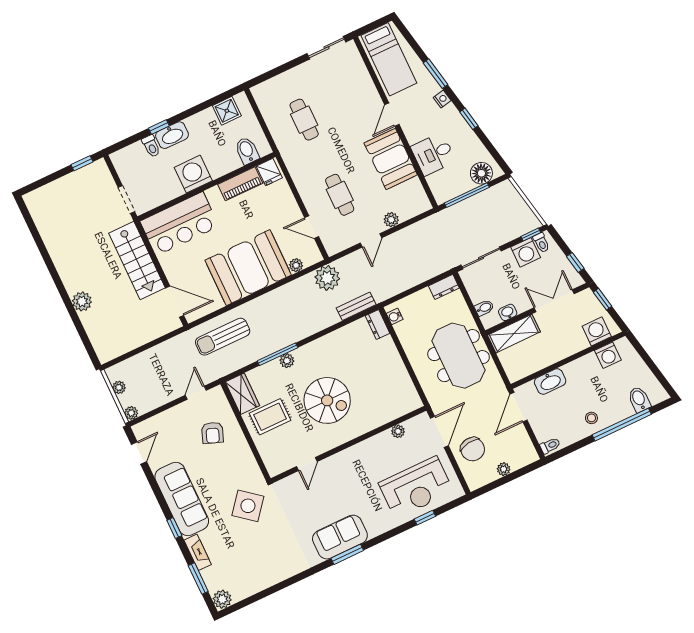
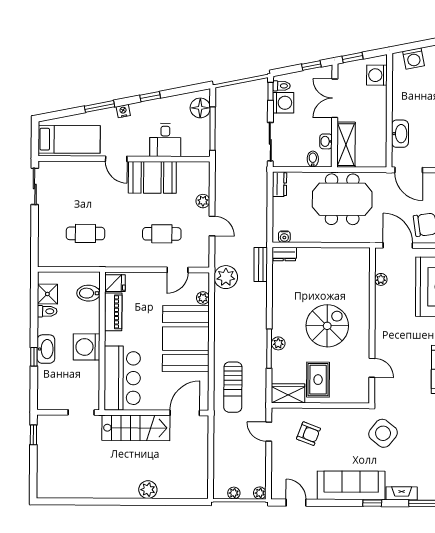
toilet: (151, 146) -> (47, 311), moved
washing machine: (608, 355) -> (414, 59), moved, turned 79

